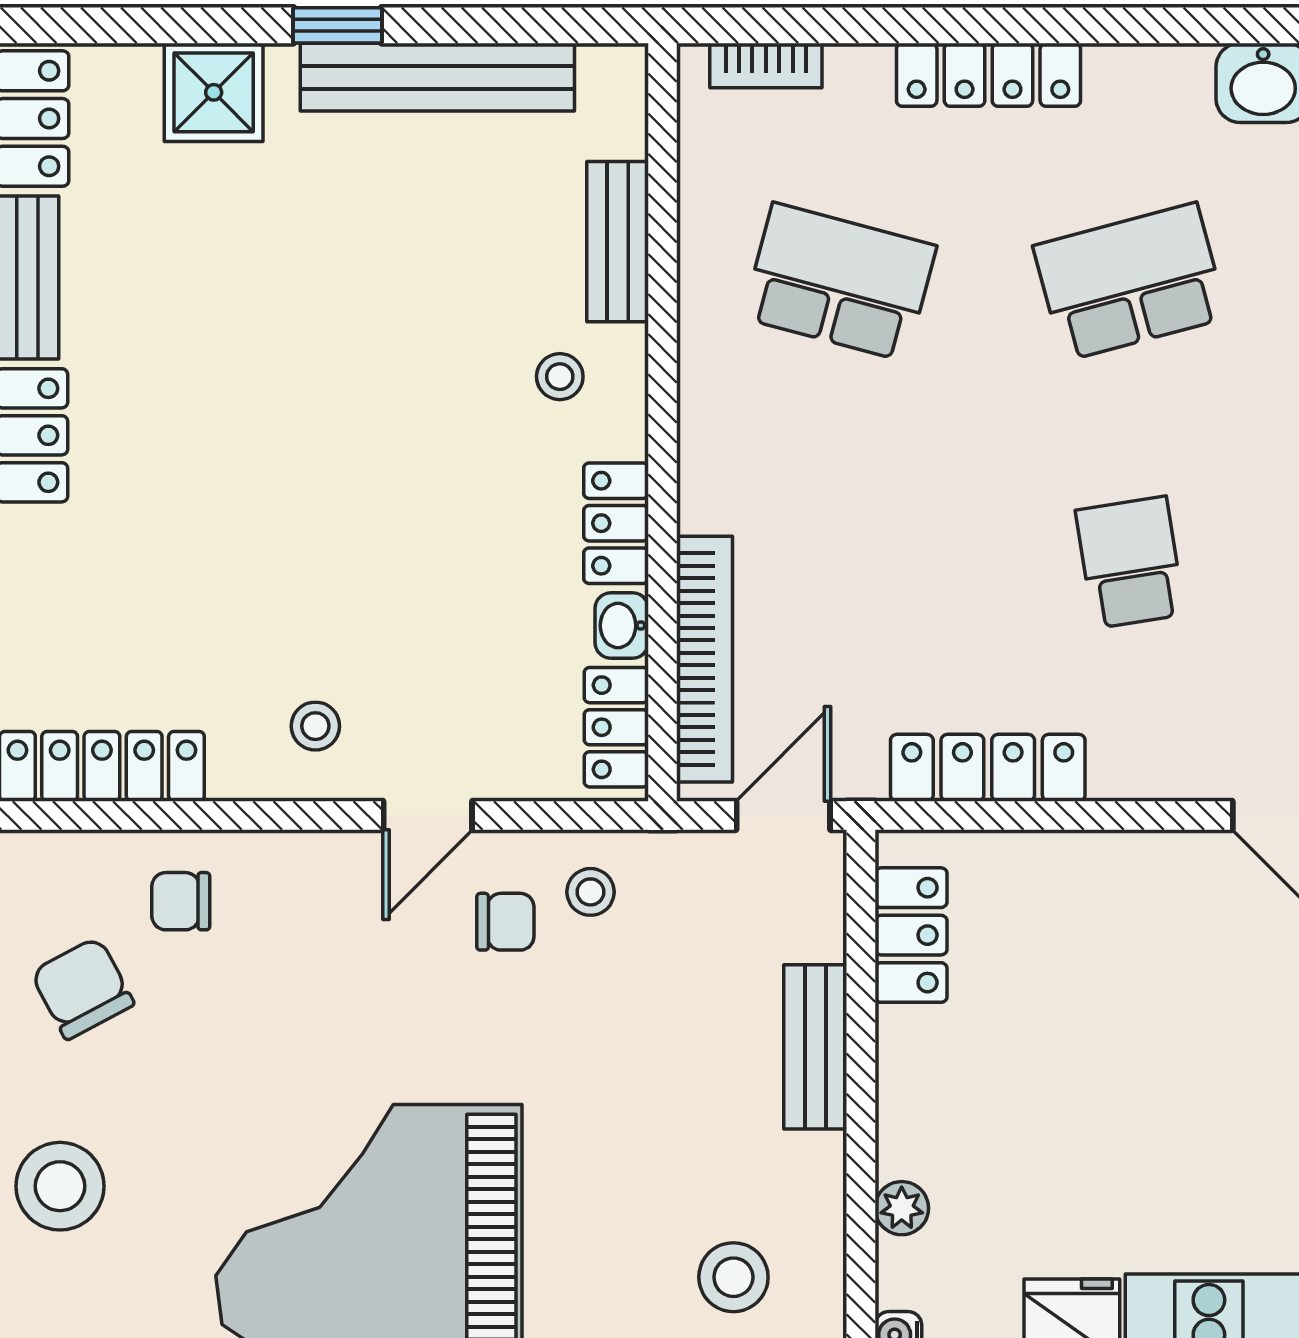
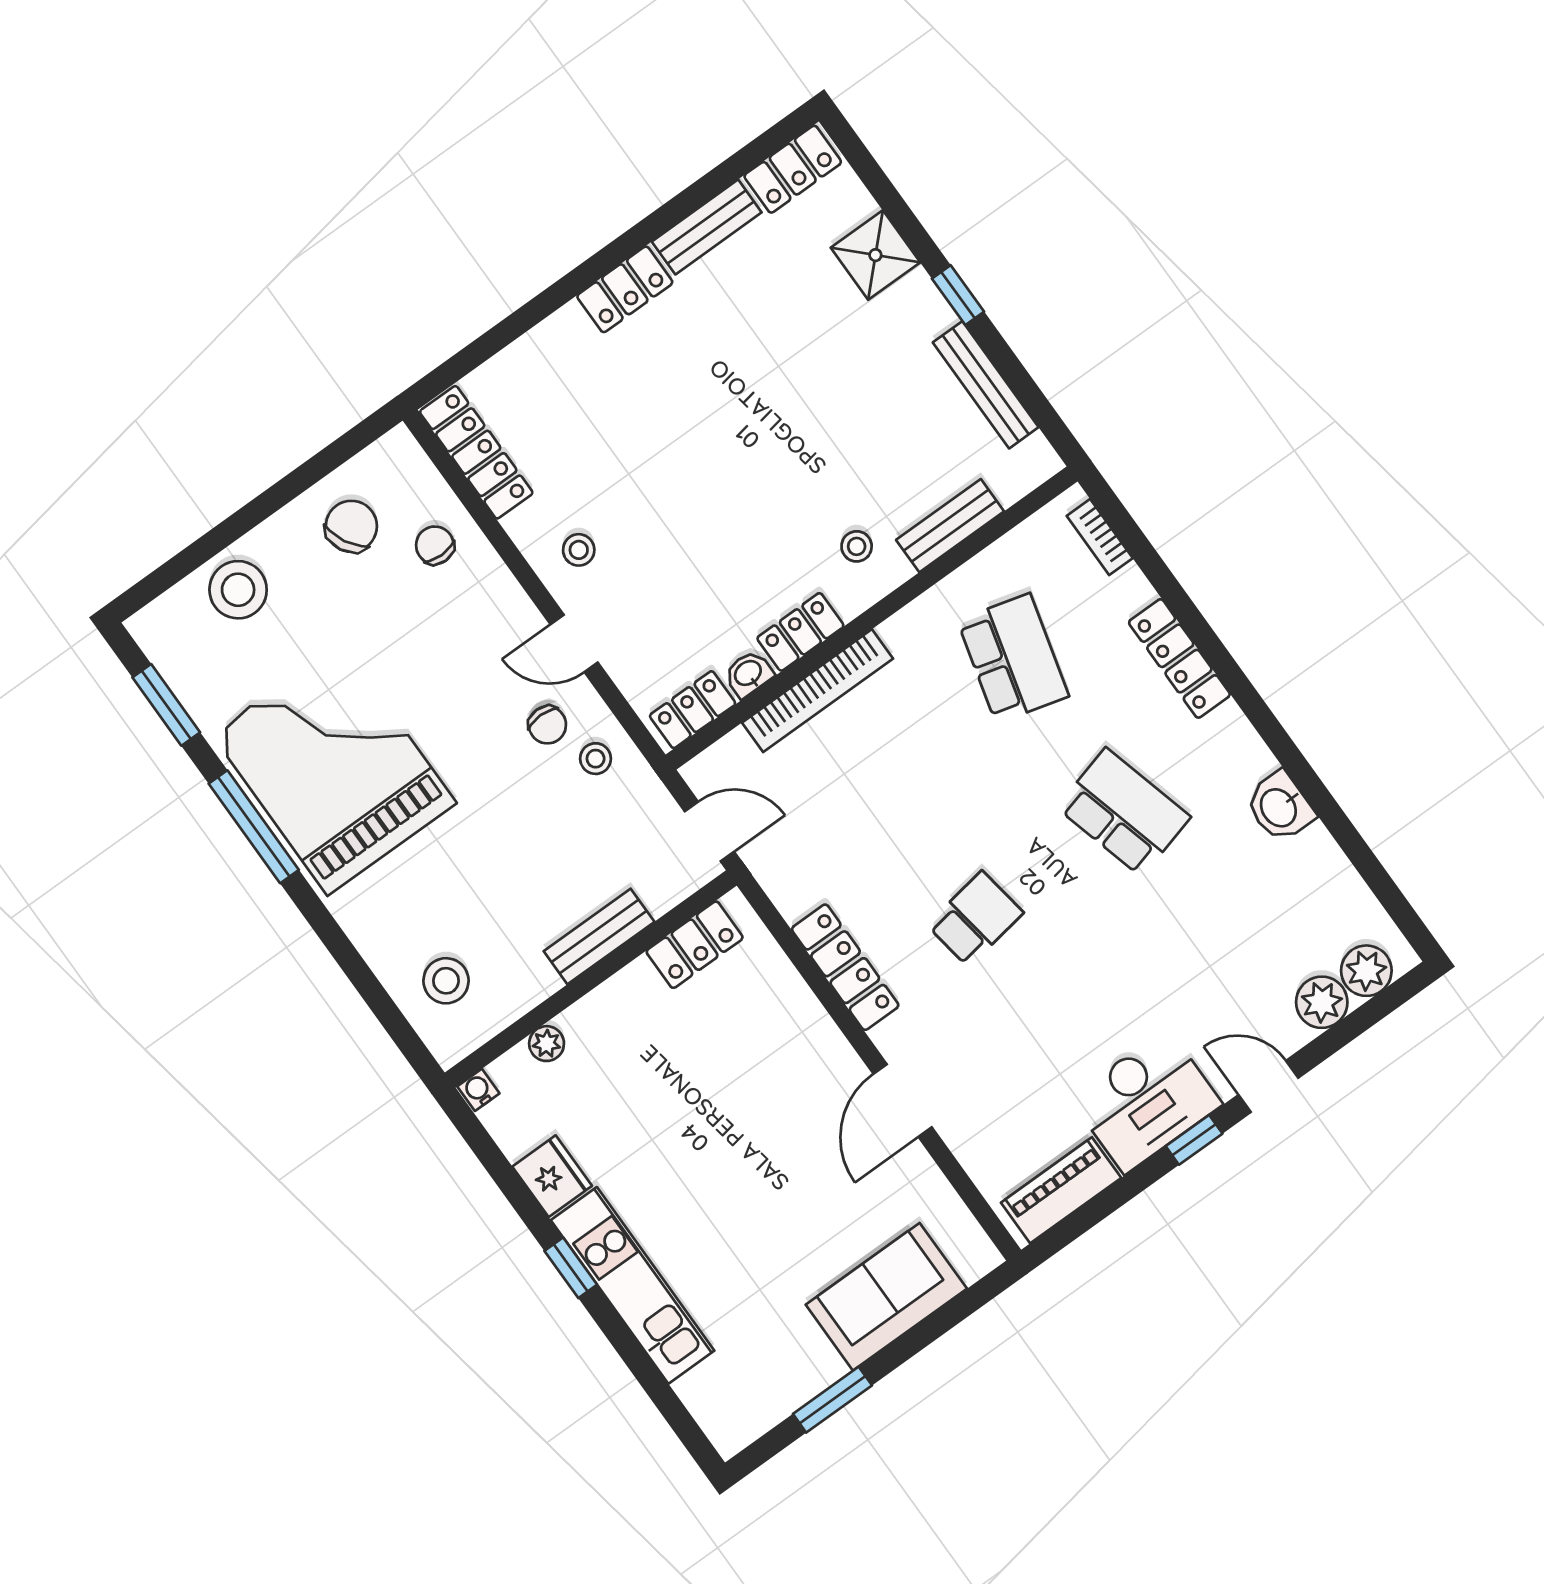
bench: (437, 77) -> (986, 385), width x0.73, depth x0.82
bookcase: (705, 659) -> (818, 691), moved
locker: (988, 768) -> (845, 967), moved

